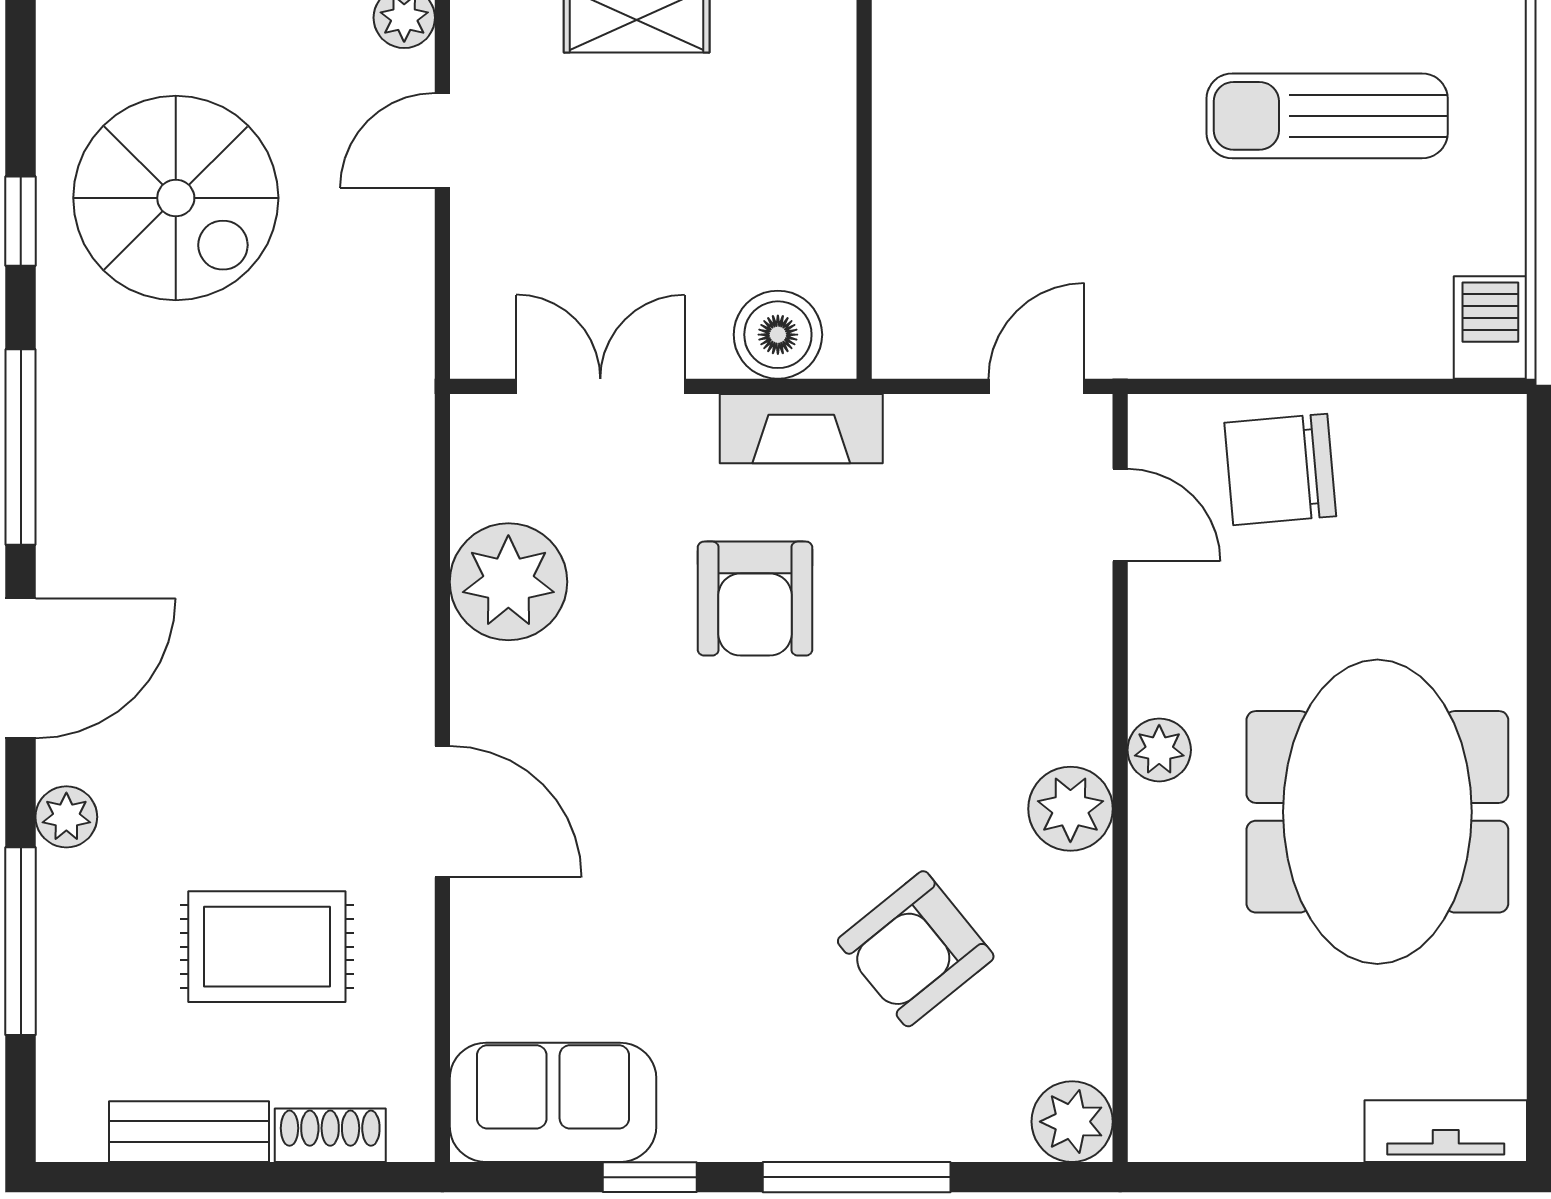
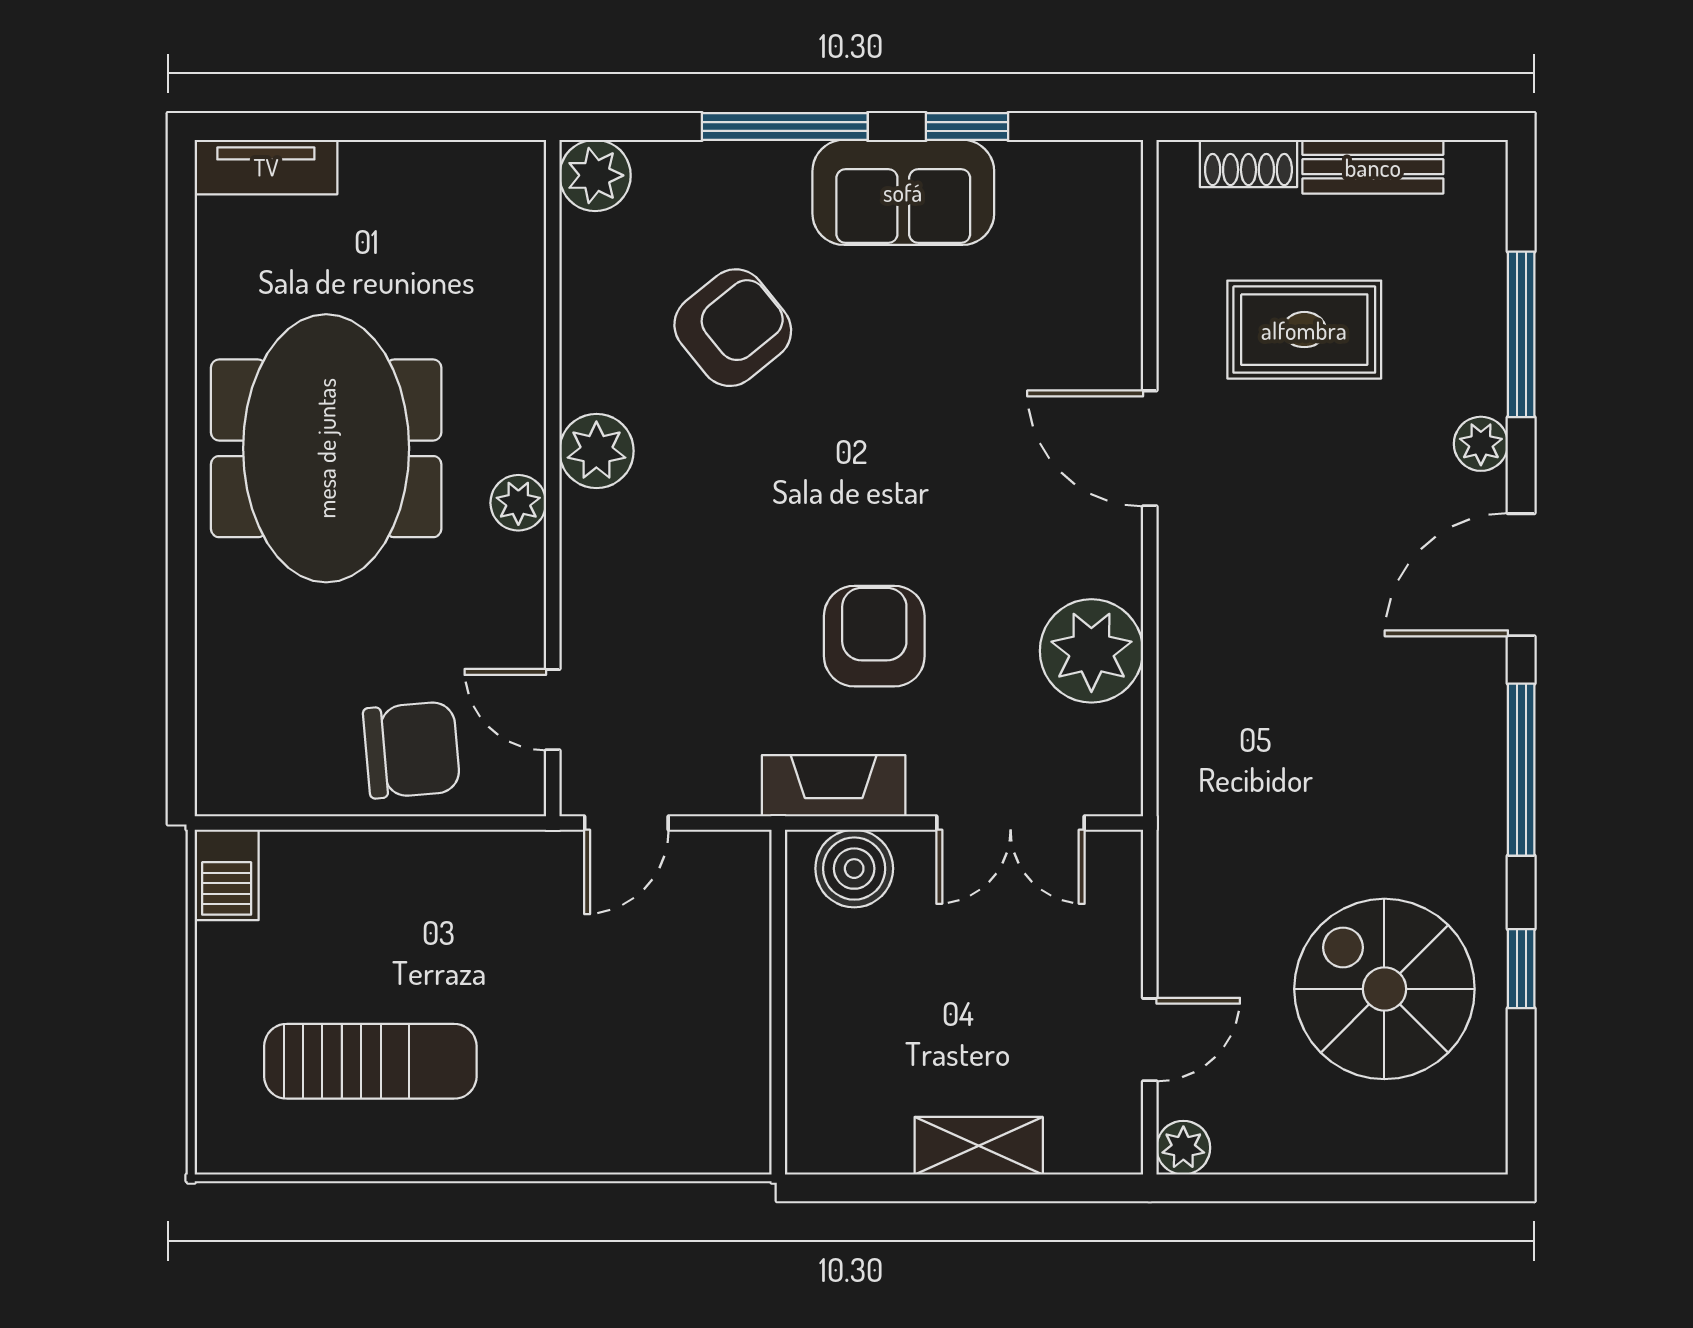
sofa: (553, 1102) -> (903, 192), moved

